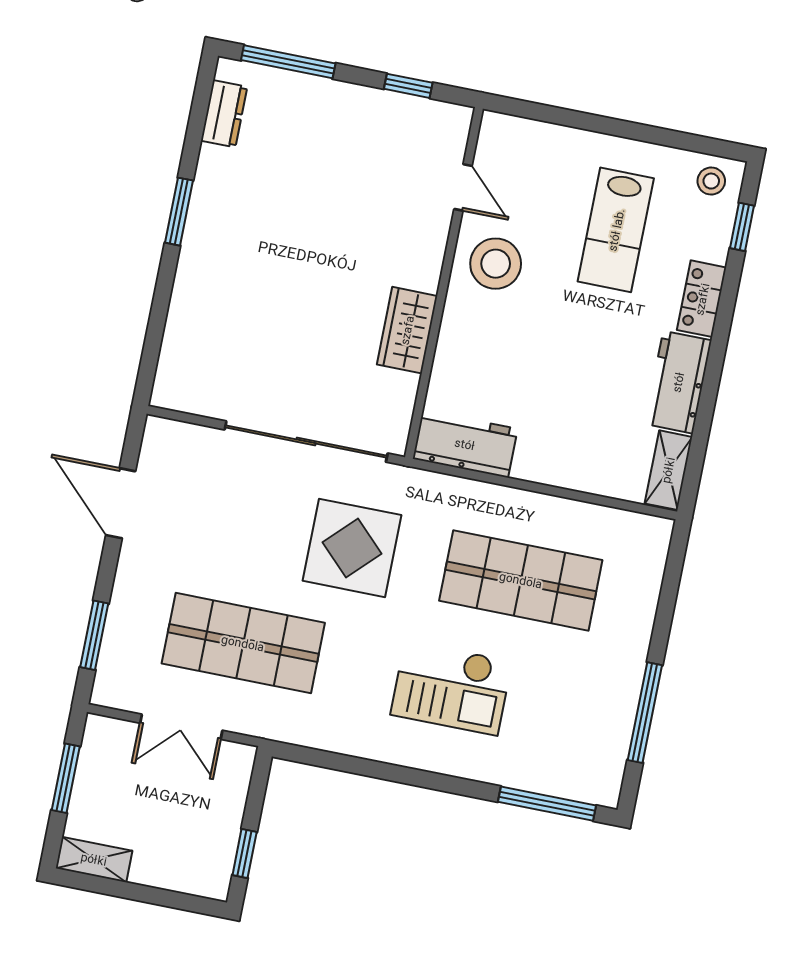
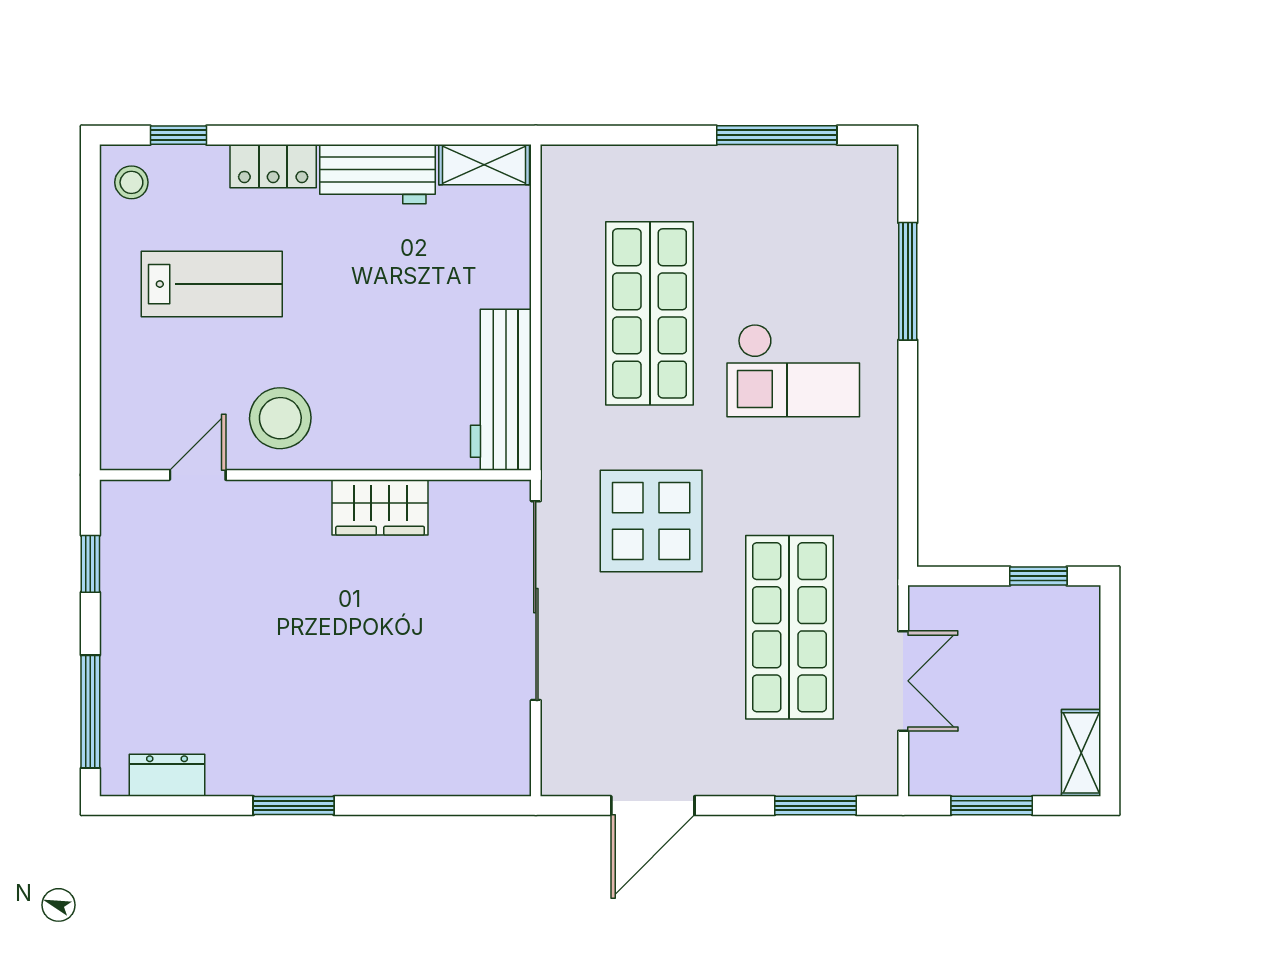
workbench: (465, 444) -> (501, 390), width x1.38
checkout: (451, 688) -> (793, 370), turned 90
window: (547, 804) -> (908, 281), moved

